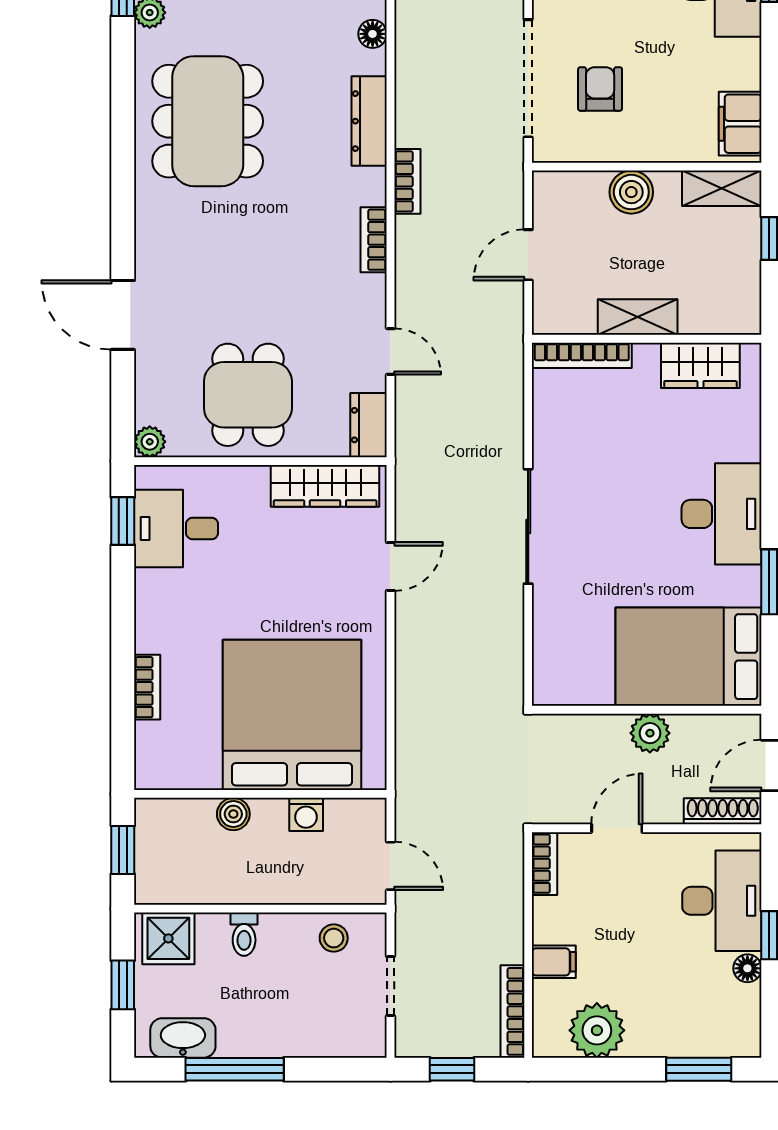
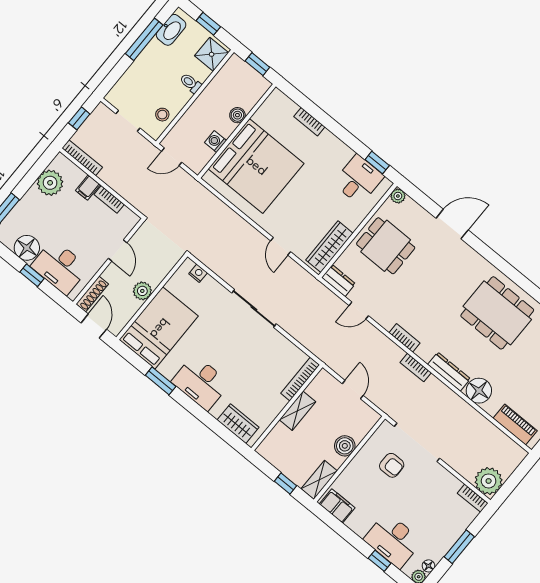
floor lamp: (373, 34) -> (479, 391), width x1.89, depth x1.89
wardrobe: (700, 365) -> (238, 424), moved, turned 90
nightstand: (546, 666) -> (198, 273), added
bookcase: (545, 864) -> (109, 199), moved
floor lamp: (747, 968) -> (27, 248), width x1.89, depth x1.89

